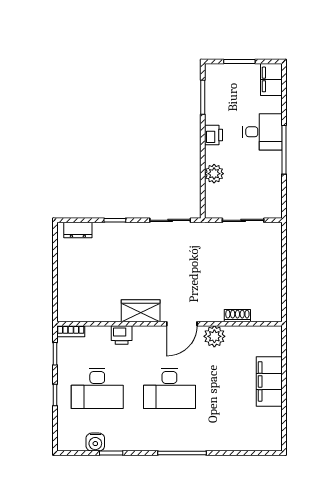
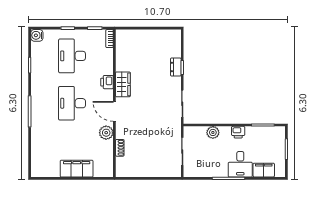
filing cabinet: (271, 79) -> (264, 170), moved
dresser: (78, 230) -> (176, 67), moved
printer: (122, 335) -> (107, 82), moved
water cooler: (95, 442) -> (37, 35), moved

